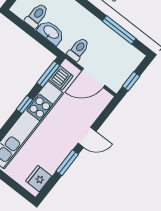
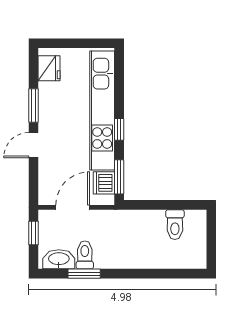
window: (119, 30) -> (84, 274), width x0.69
washbasin: (51, 32) -> (59, 259), moved, turned 180
toilet: (78, 49) -> (85, 255), moved, turned 180

